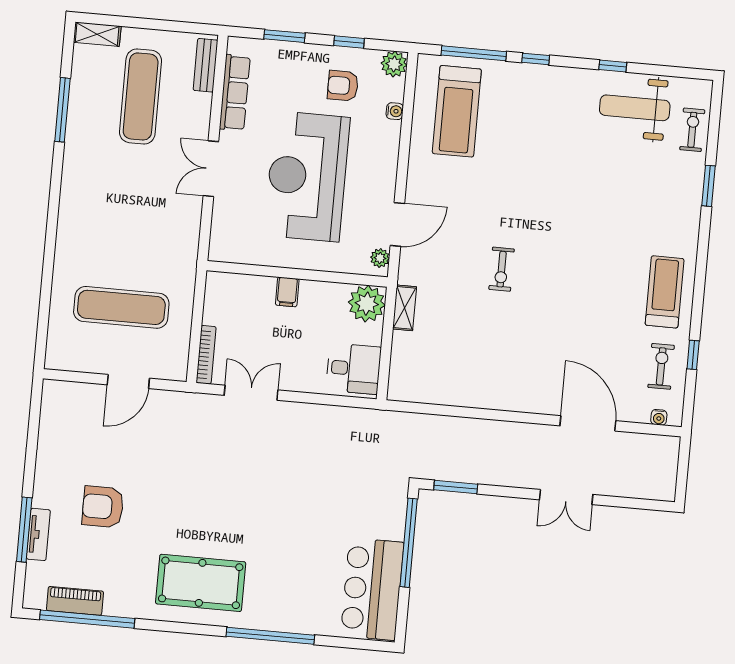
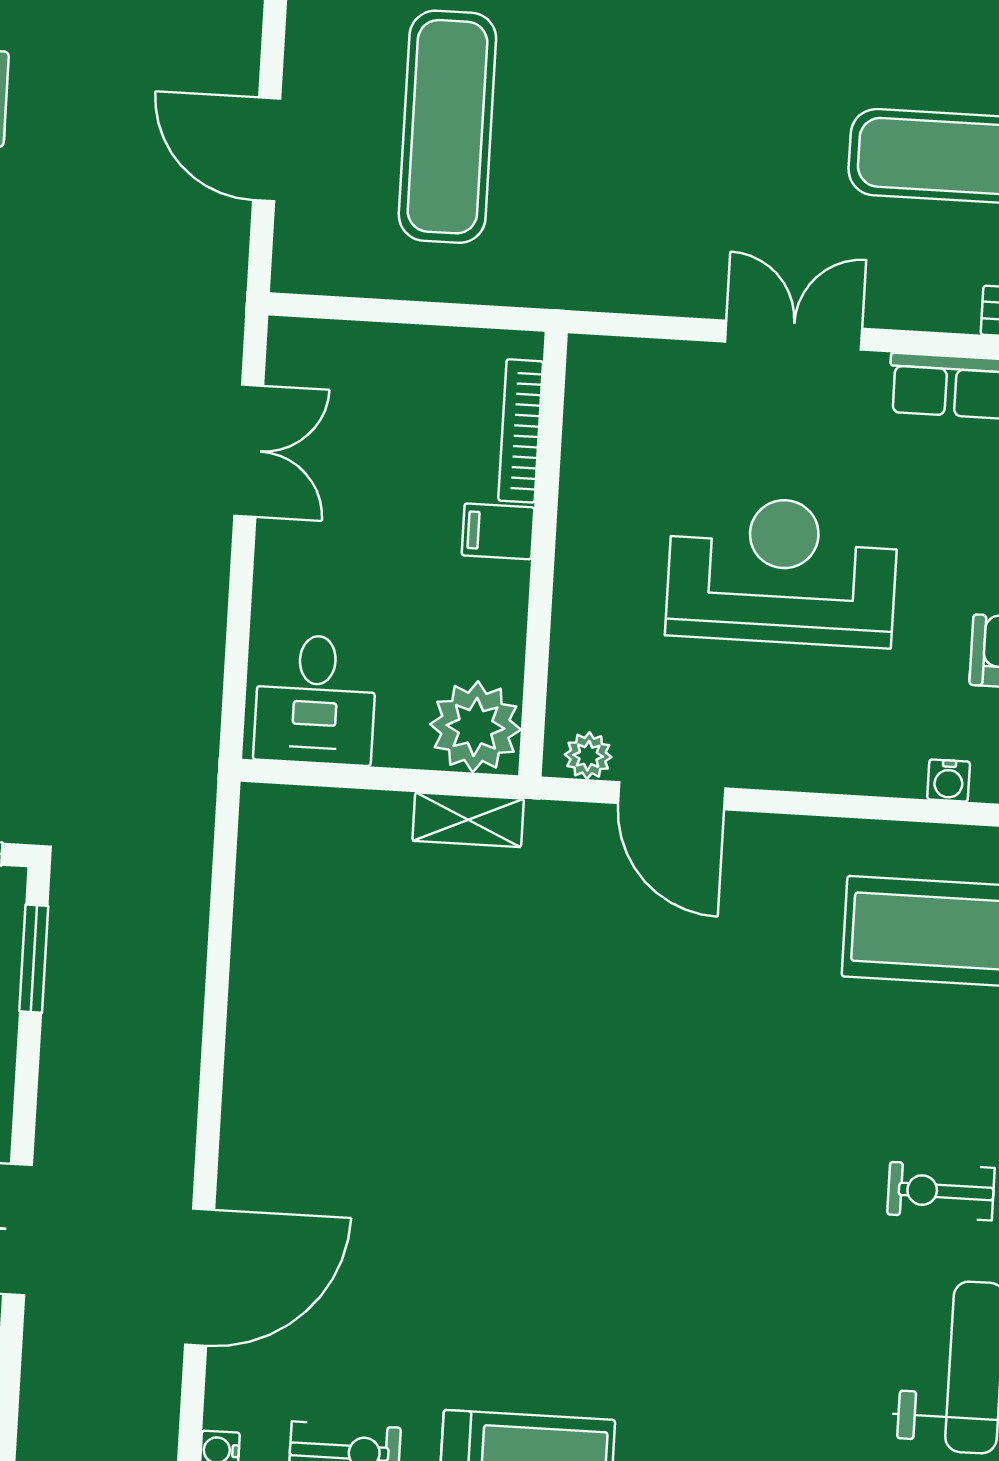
reception desk: (307, 176) -> (782, 571), width x0.74, depth x0.77
exercise bike: (502, 269) -> (941, 1191), moved
bookcase: (206, 355) -> (521, 431), moved, turned 90

